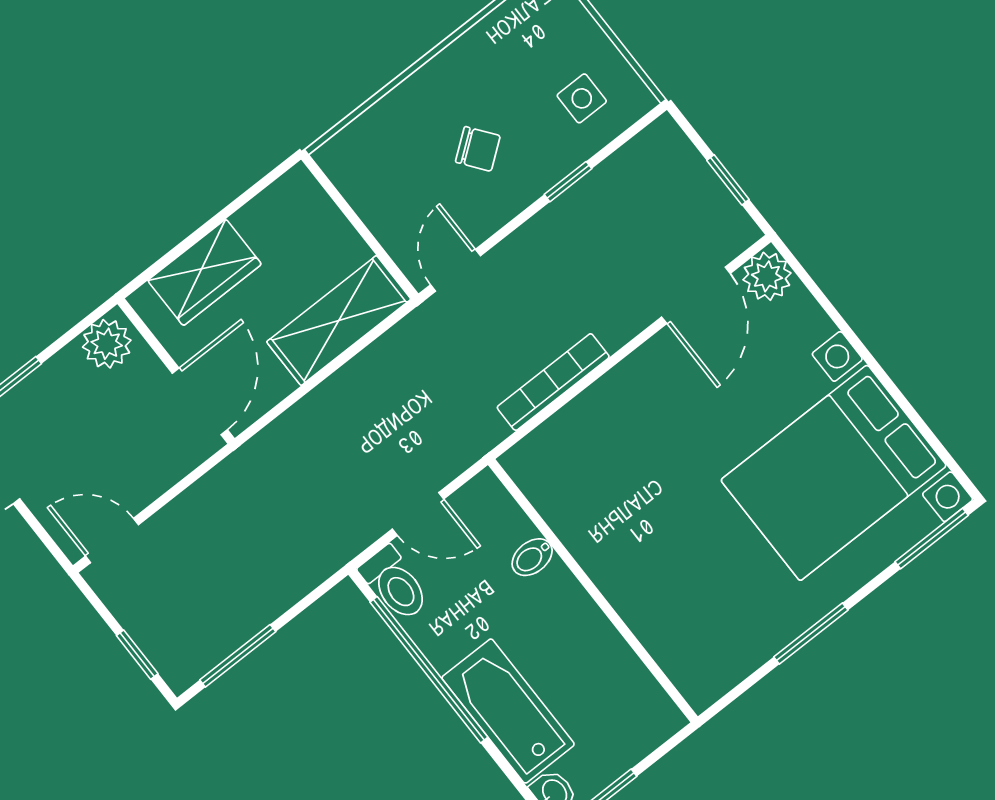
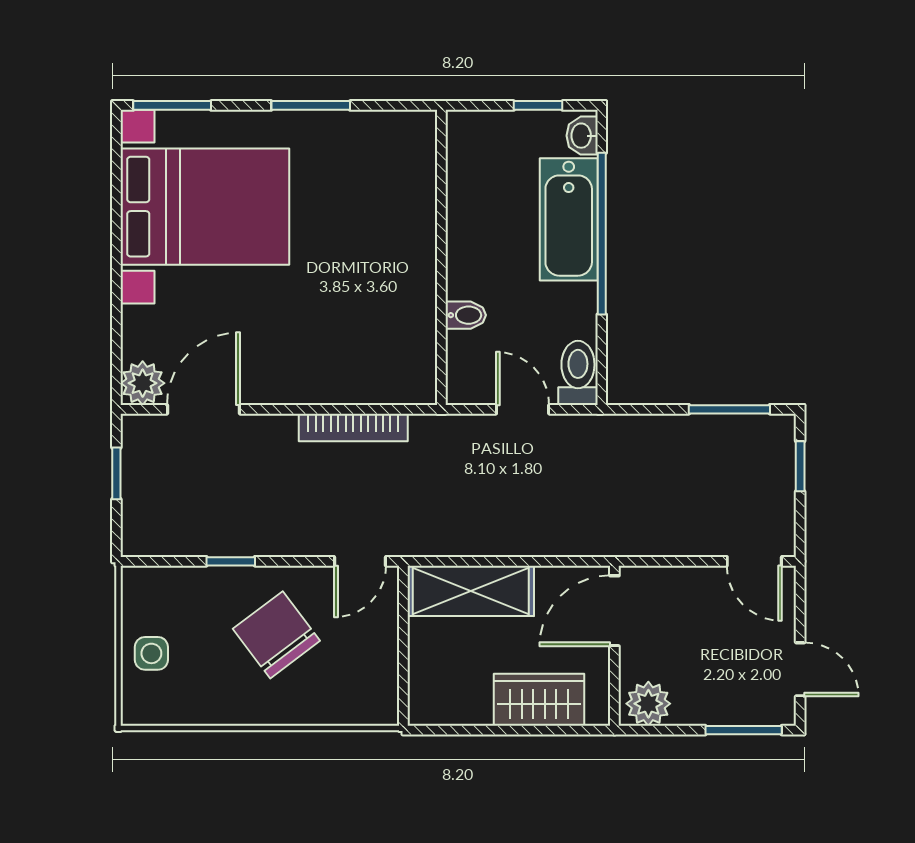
side table: (582, 98) -> (151, 653), moved
chair: (478, 149) -> (276, 635), width x1.87, depth x1.87
window: (429, 670) -> (602, 234), moved

